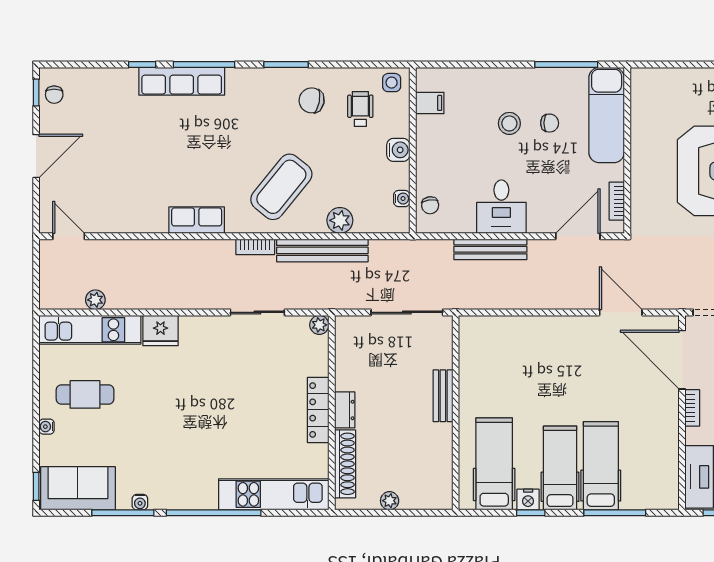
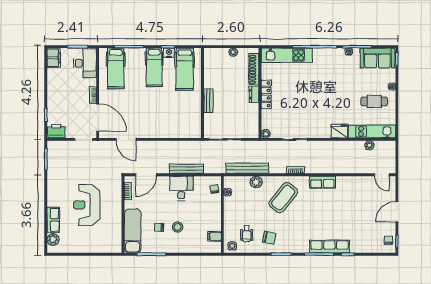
water cooler: (398, 150) -> (229, 215), removed
bench: (322, 250) -> (247, 168), moved
hospital bed: (601, 466) -> (116, 68), moved

